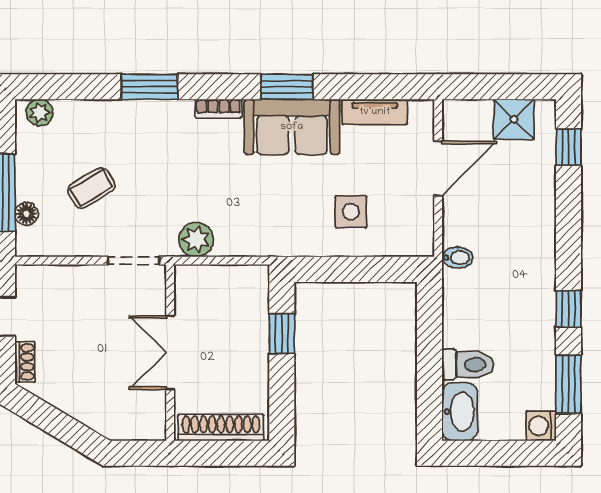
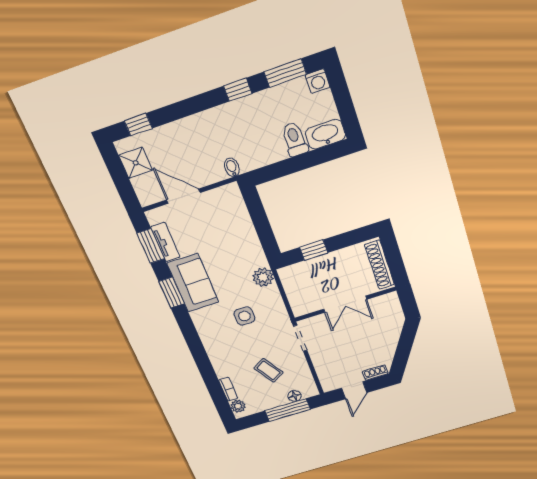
window: (150, 87) -> (151, 246), moved
bookcase: (218, 109) -> (228, 389), moved
side table: (351, 212) -> (244, 316), moved
plant: (196, 240) -> (263, 277), moved

